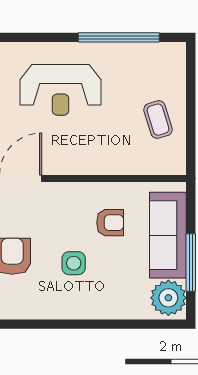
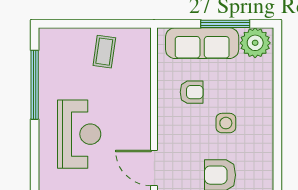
coffee table: (158, 120) -> (104, 52), turned -65
armchair: (110, 223) -> (192, 92), turned 90

